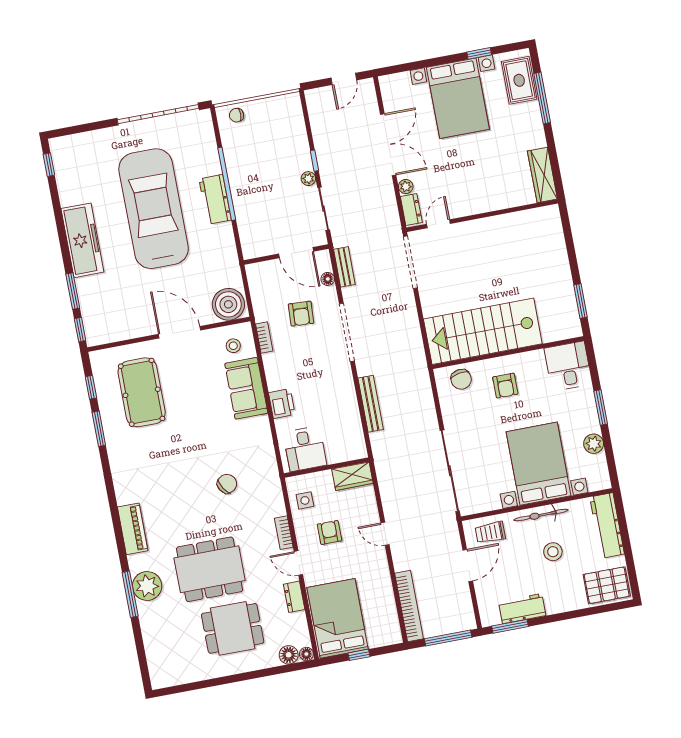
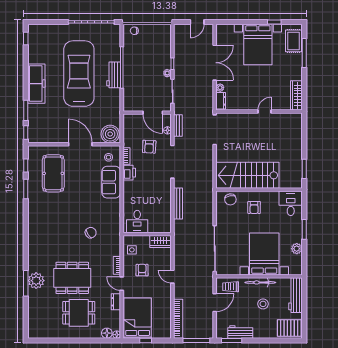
door: (438, 224) -> (265, 112), moved
printer: (282, 404) -> (129, 173), moved
piano: (133, 529) -> (34, 248), removed

